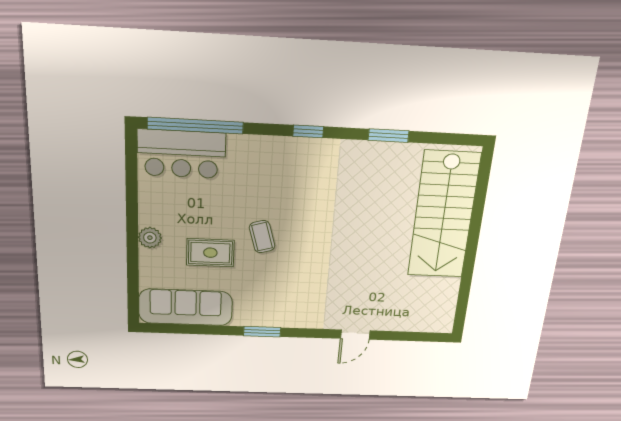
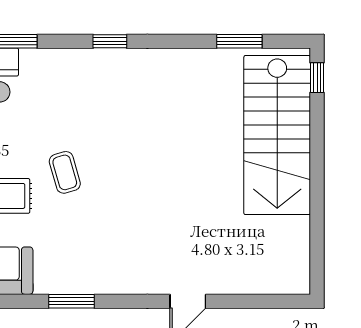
window: (389, 136) -> (239, 41), moved
window: (484, 171) -> (317, 78), added

